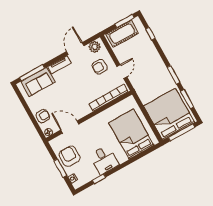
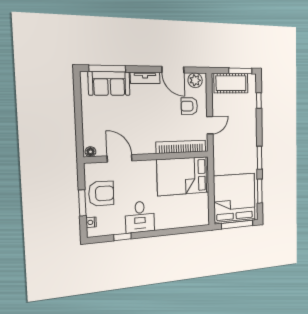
door: (75, 49) -> (173, 70), swing flipped
armchair: (43, 116) -> (93, 128), removed
bed: (131, 134) -> (183, 176), moved, turned -90
armchair: (70, 156) -> (101, 194), turned 91

